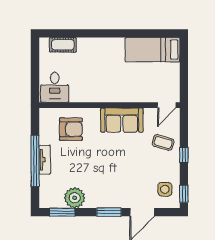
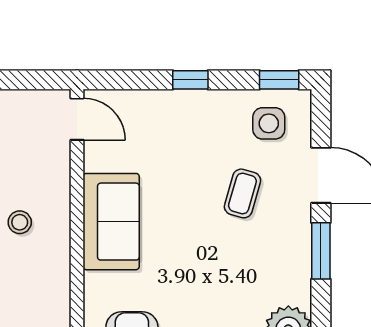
stool: (121, 80) -> (20, 222), added
coffee table: (163, 142) -> (242, 193), moved

